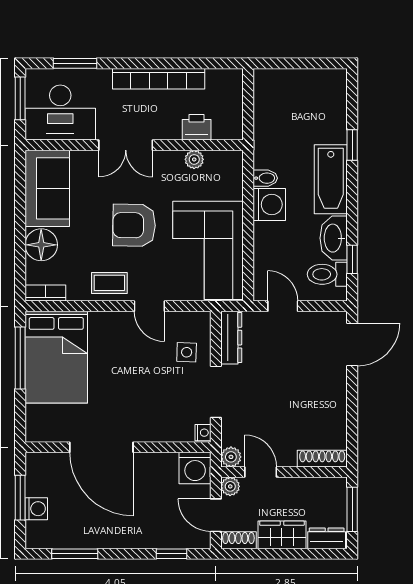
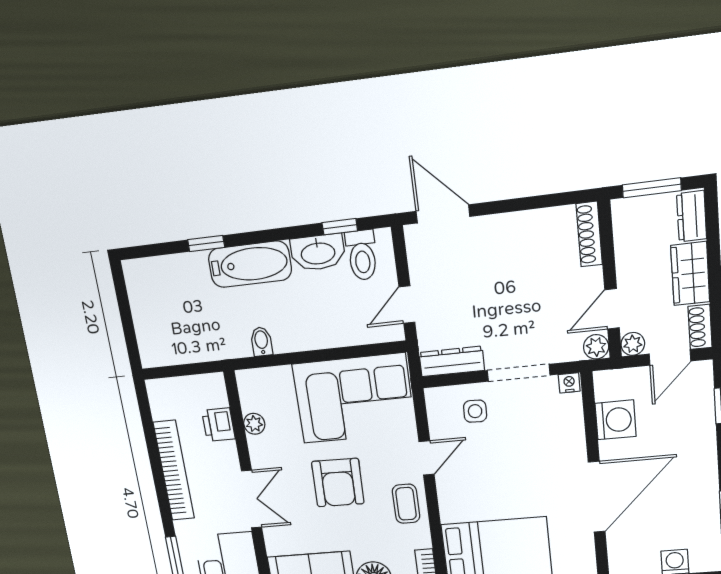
washing machine: (269, 205) -> (291, 334), removed
washing machine: (195, 468) -> (616, 420), moved

